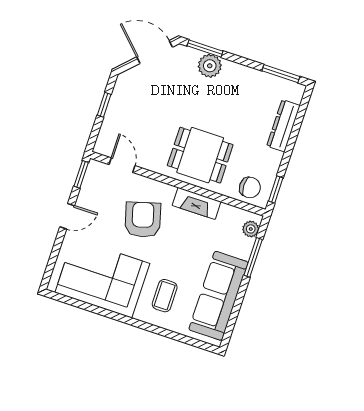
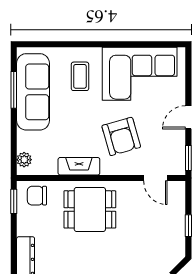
window: (253, 257) -> (14, 90), moved

